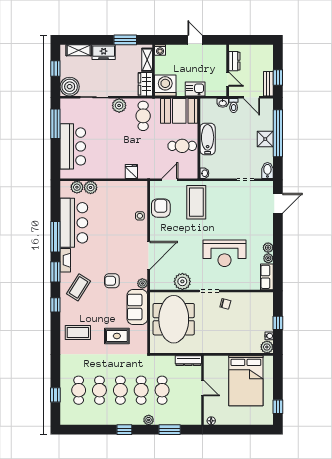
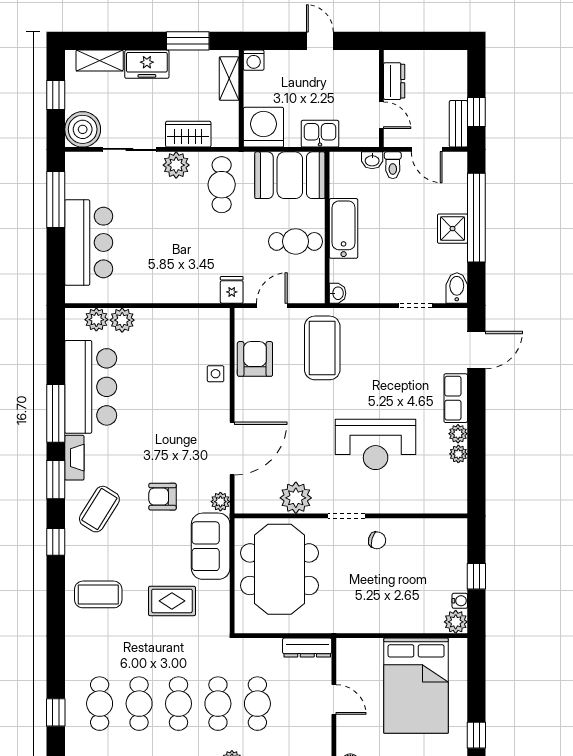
wardrobe: (145, 84) -> (188, 134), moved, turned 90
fridge: (131, 171) -> (232, 290), moved
row of seats: (267, 277) -> (456, 398), moved

